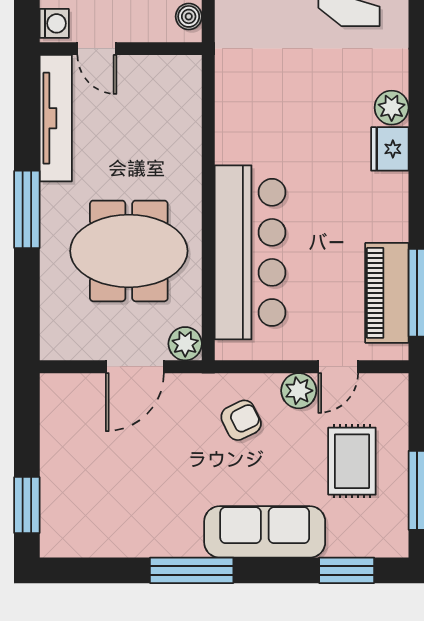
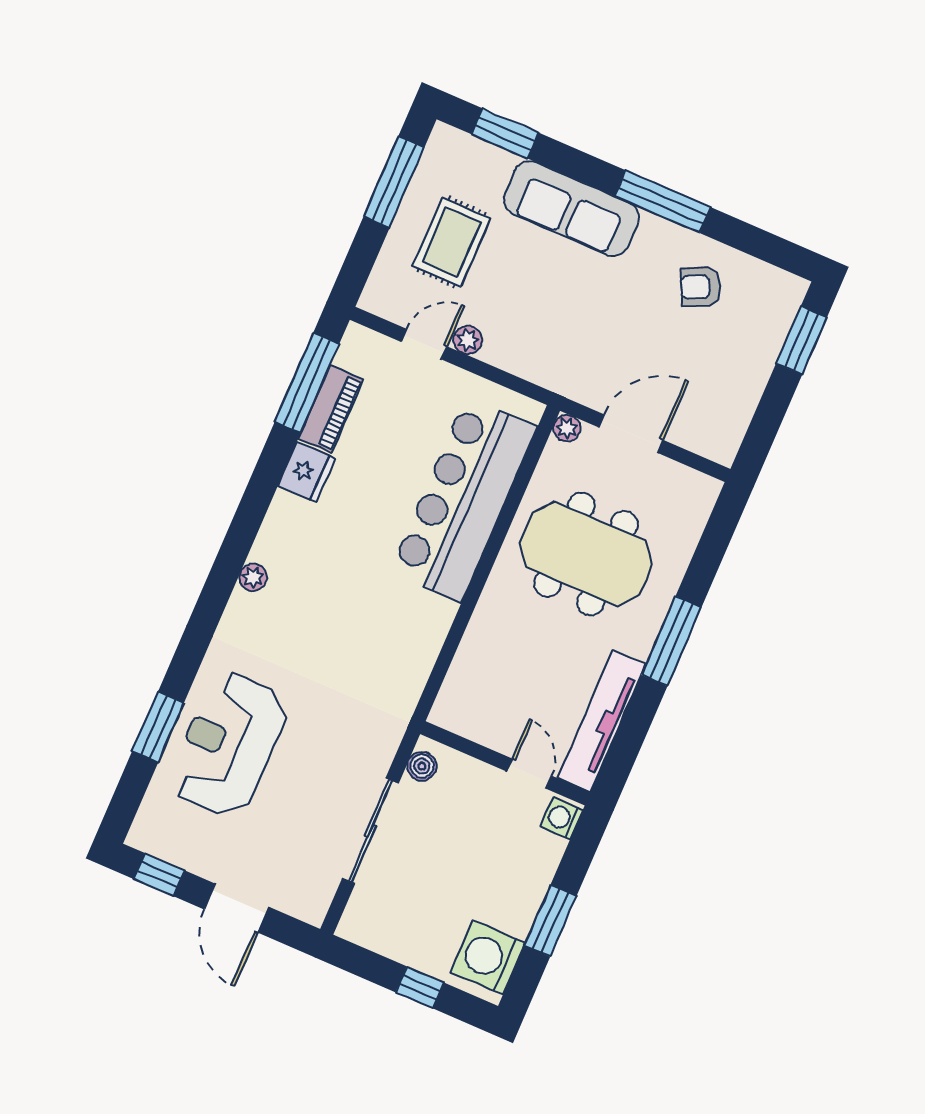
plant: (392, 108) -> (253, 577), width x0.73, depth x0.73
fridge: (390, 149) -> (306, 472), moved
piano: (387, 293) -> (331, 409), width x0.73, depth x0.75
plant: (185, 344) -> (567, 428), width x0.73, depth x0.73
plant: (299, 391) -> (468, 340), width x0.73, depth x0.73
armchair: (241, 420) -> (701, 287), moved

